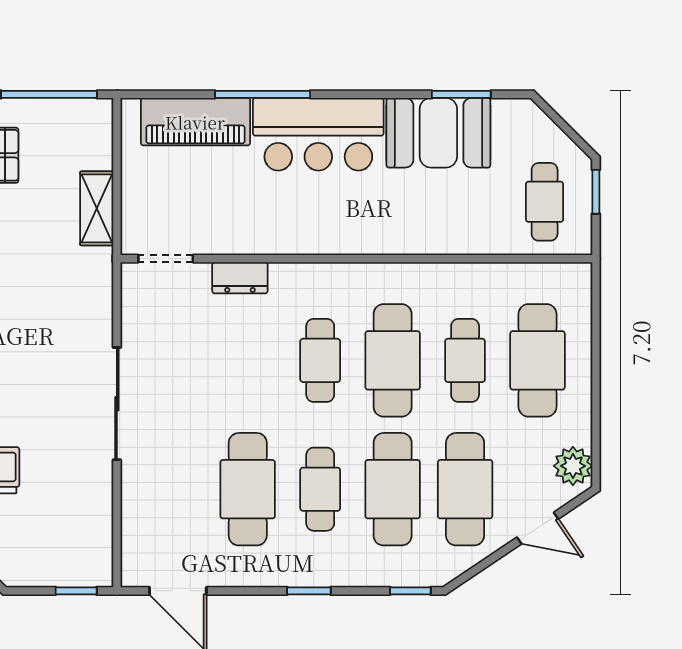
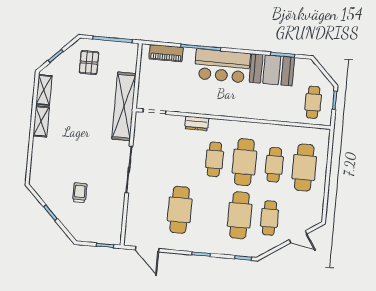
piano: (195, 122) -> (166, 53), width x0.73, depth x0.75
shelving: (97, 208) -> (124, 106), width x2.20, depth x1.33
dresser: (240, 278) -> (197, 123), moved
plant: (573, 466) -> (315, 212), removed
cafe table: (320, 489) -> (210, 213), removed
cafe table: (465, 489) -> (269, 218), width x0.73, depth x0.74

